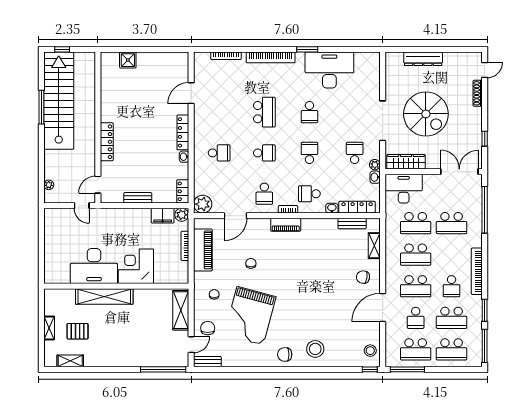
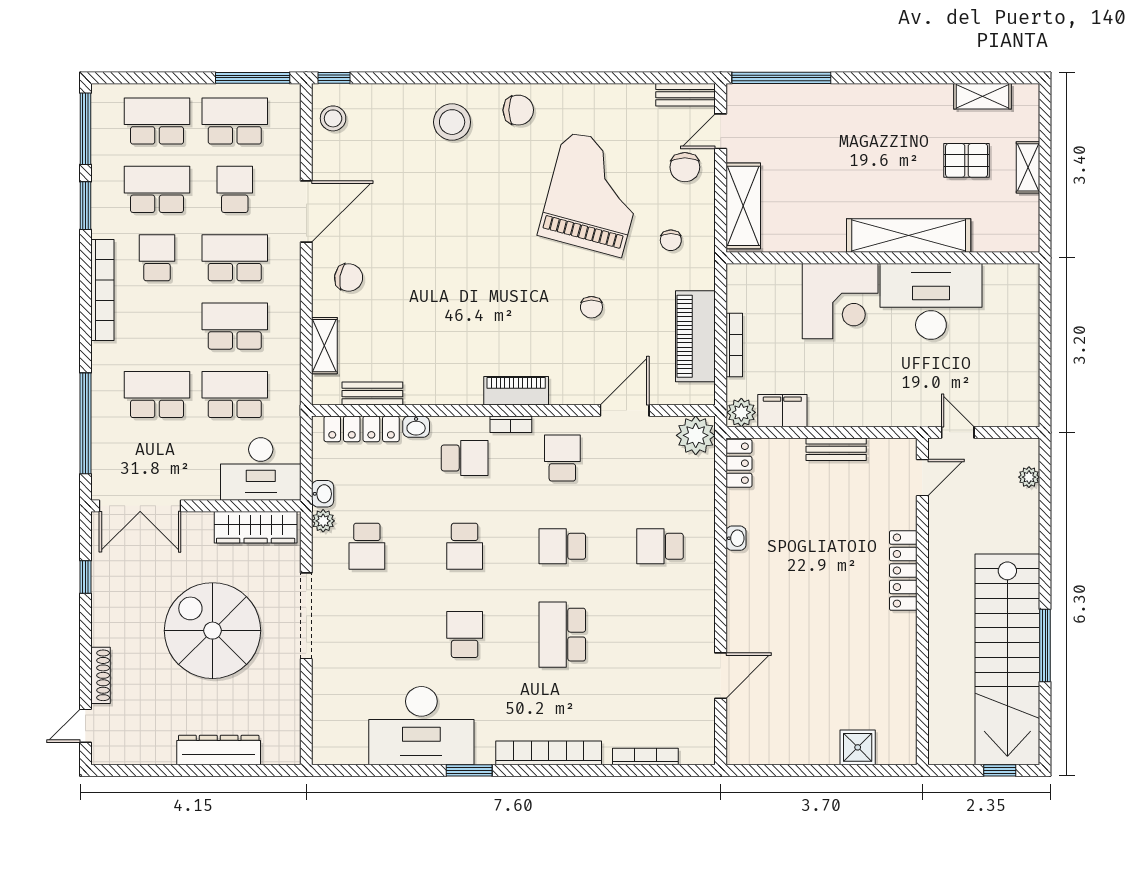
locker: (183, 132) -> (739, 591), removed

